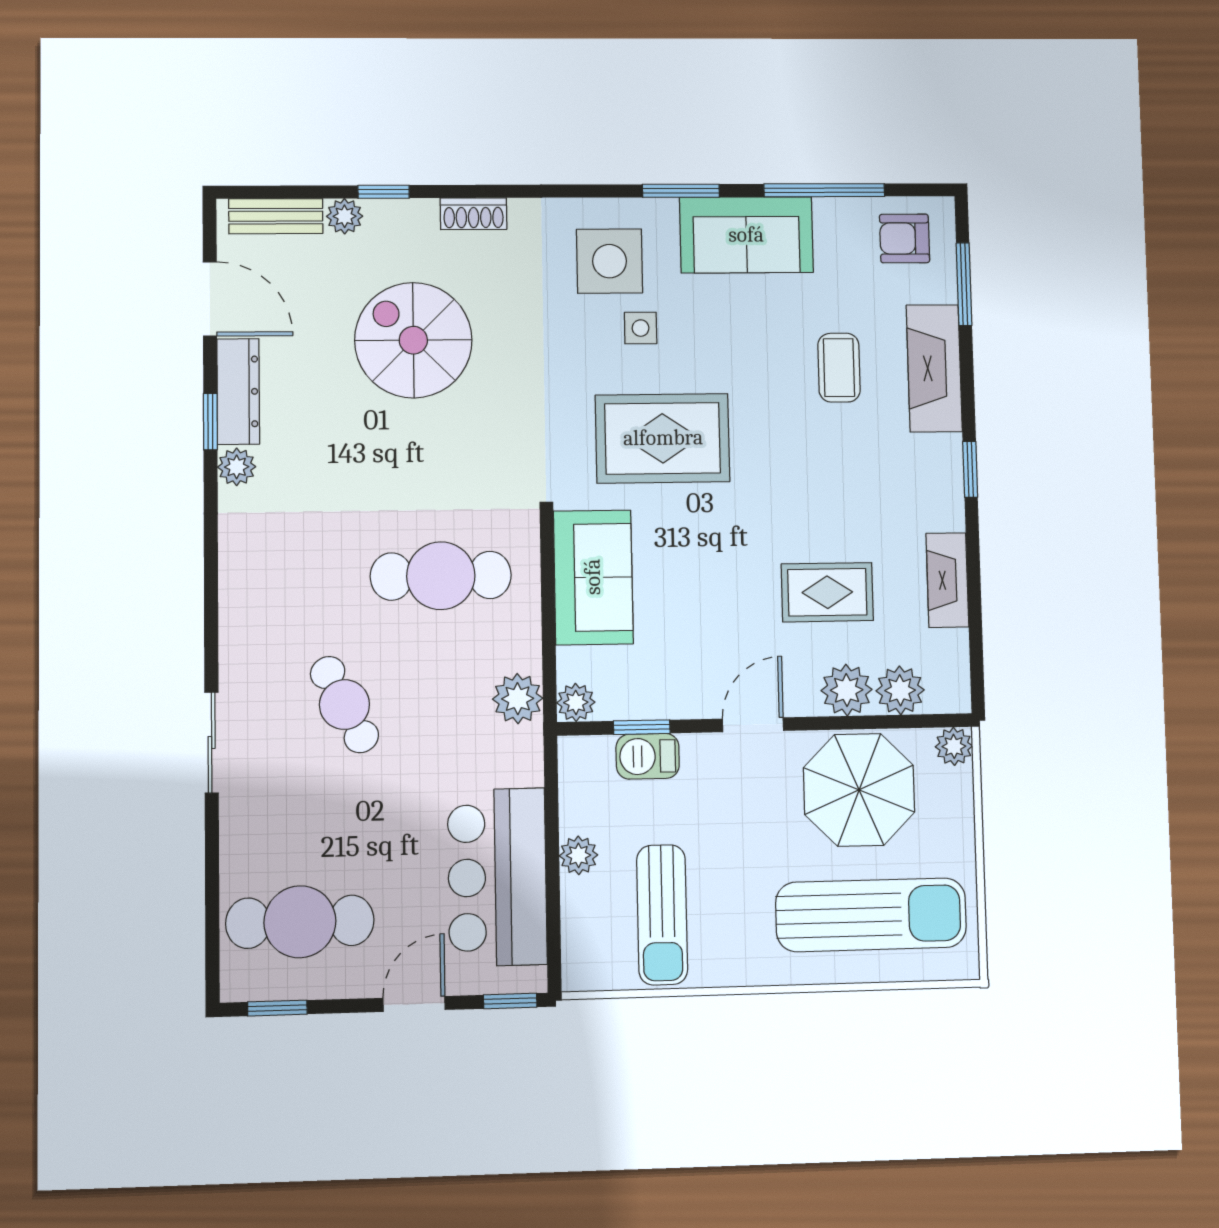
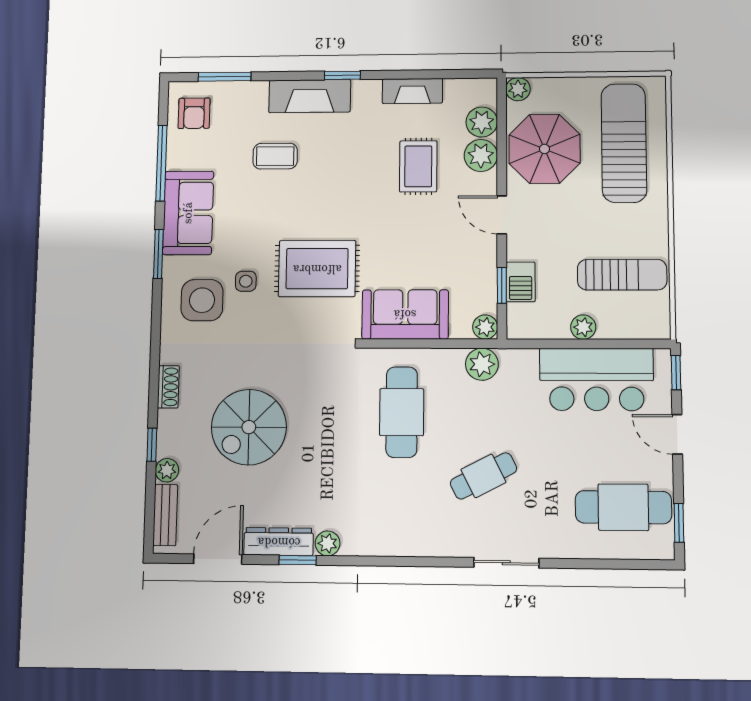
fireplace: (934, 368) -> (310, 96), moved
rug: (663, 438) -> (317, 269), turned 90
cafe table: (300, 922) -> (623, 507), turned 90

